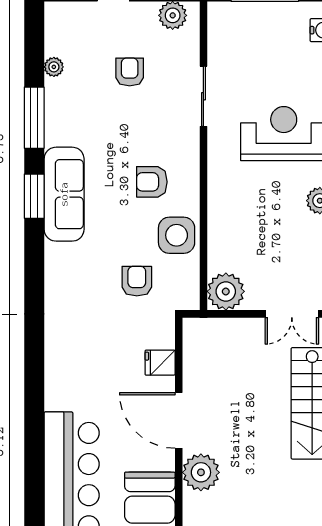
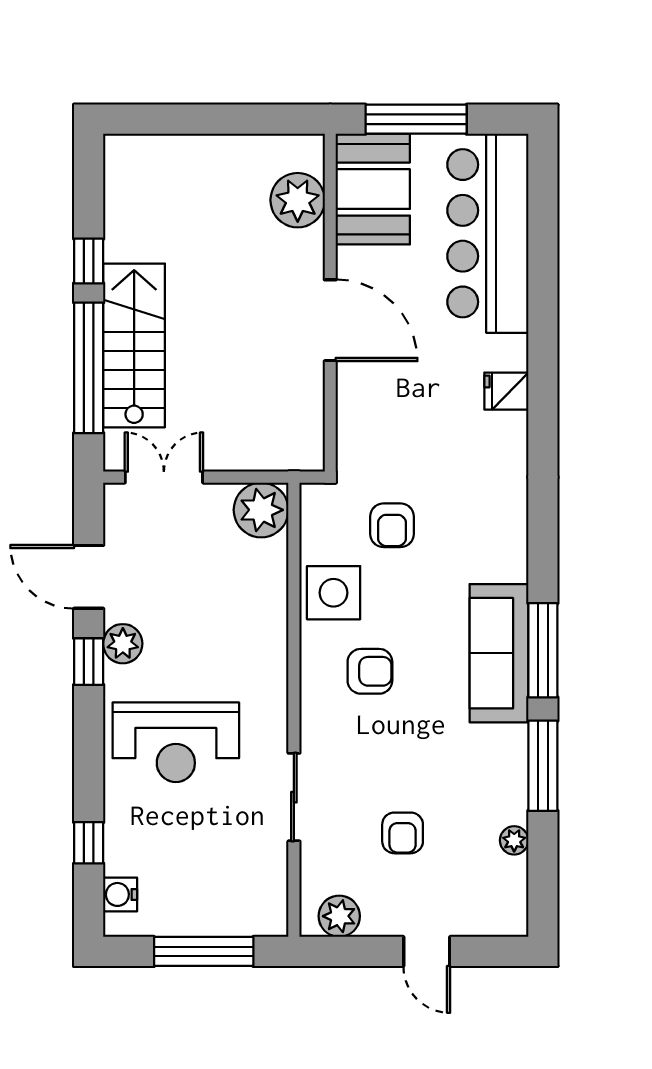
window: (34, 196) -> (543, 650), width x1.44
fridge: (160, 363) -> (506, 391), moved, turned 180
plant: (201, 472) -> (298, 200), moved

